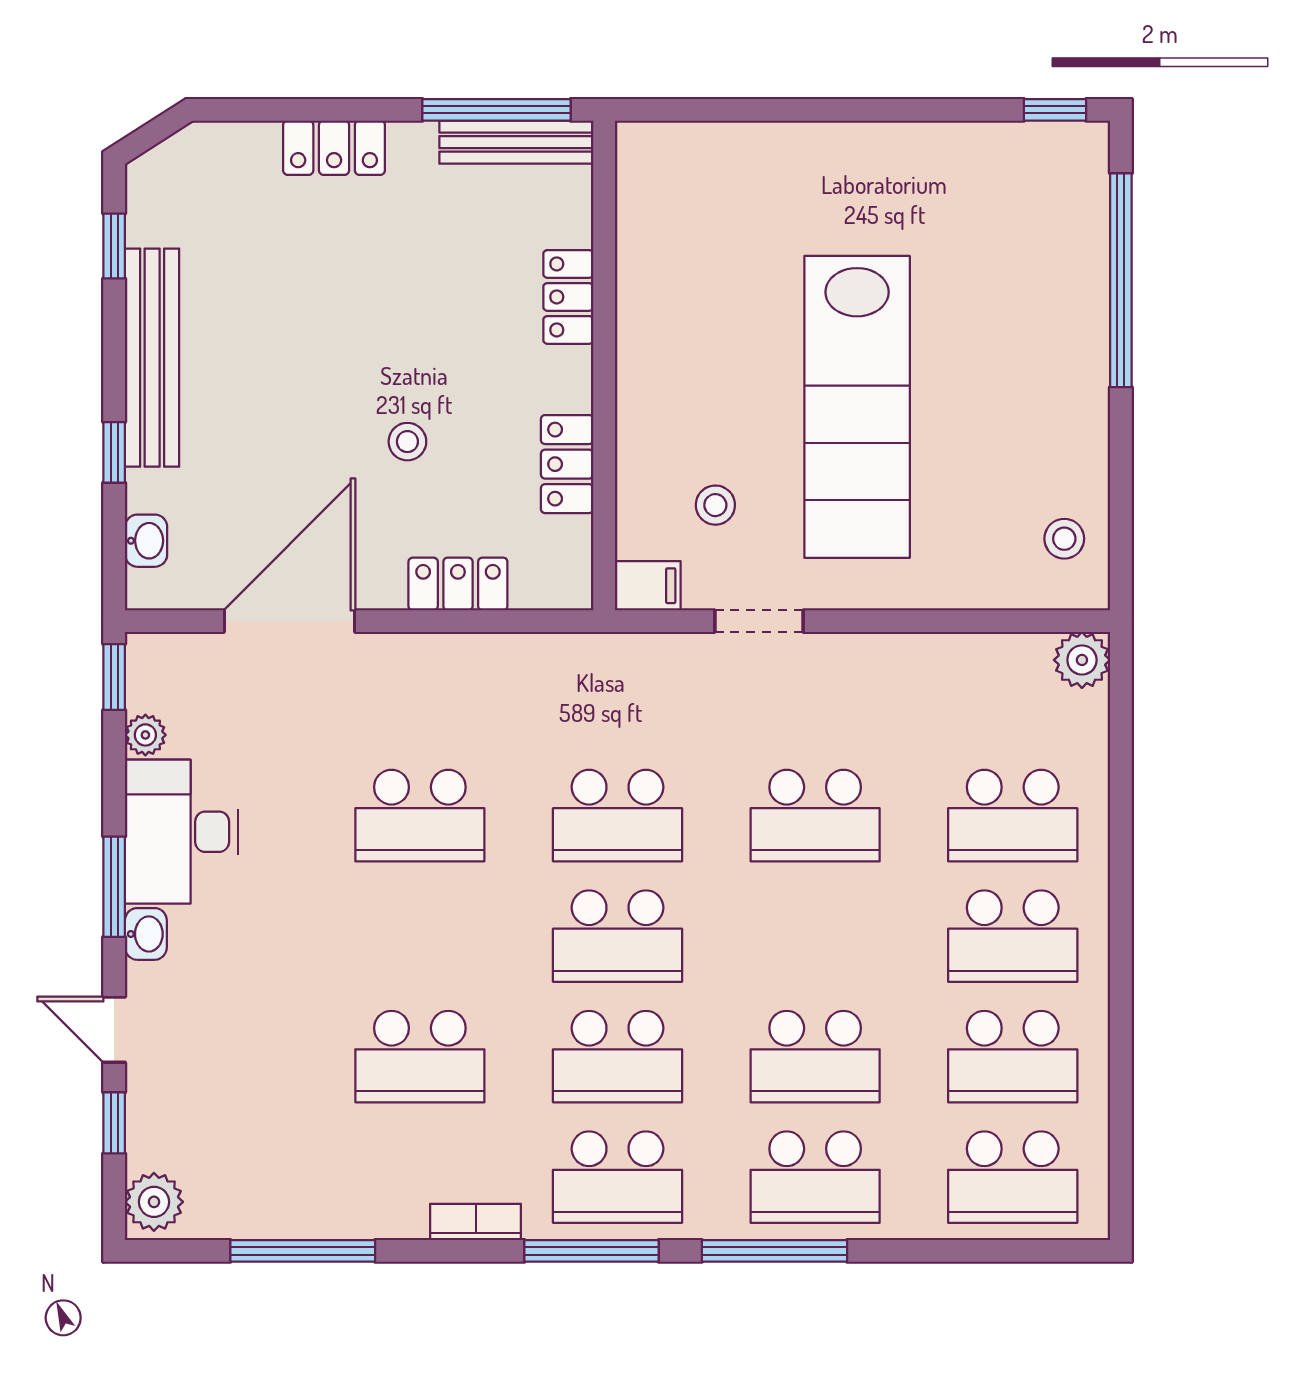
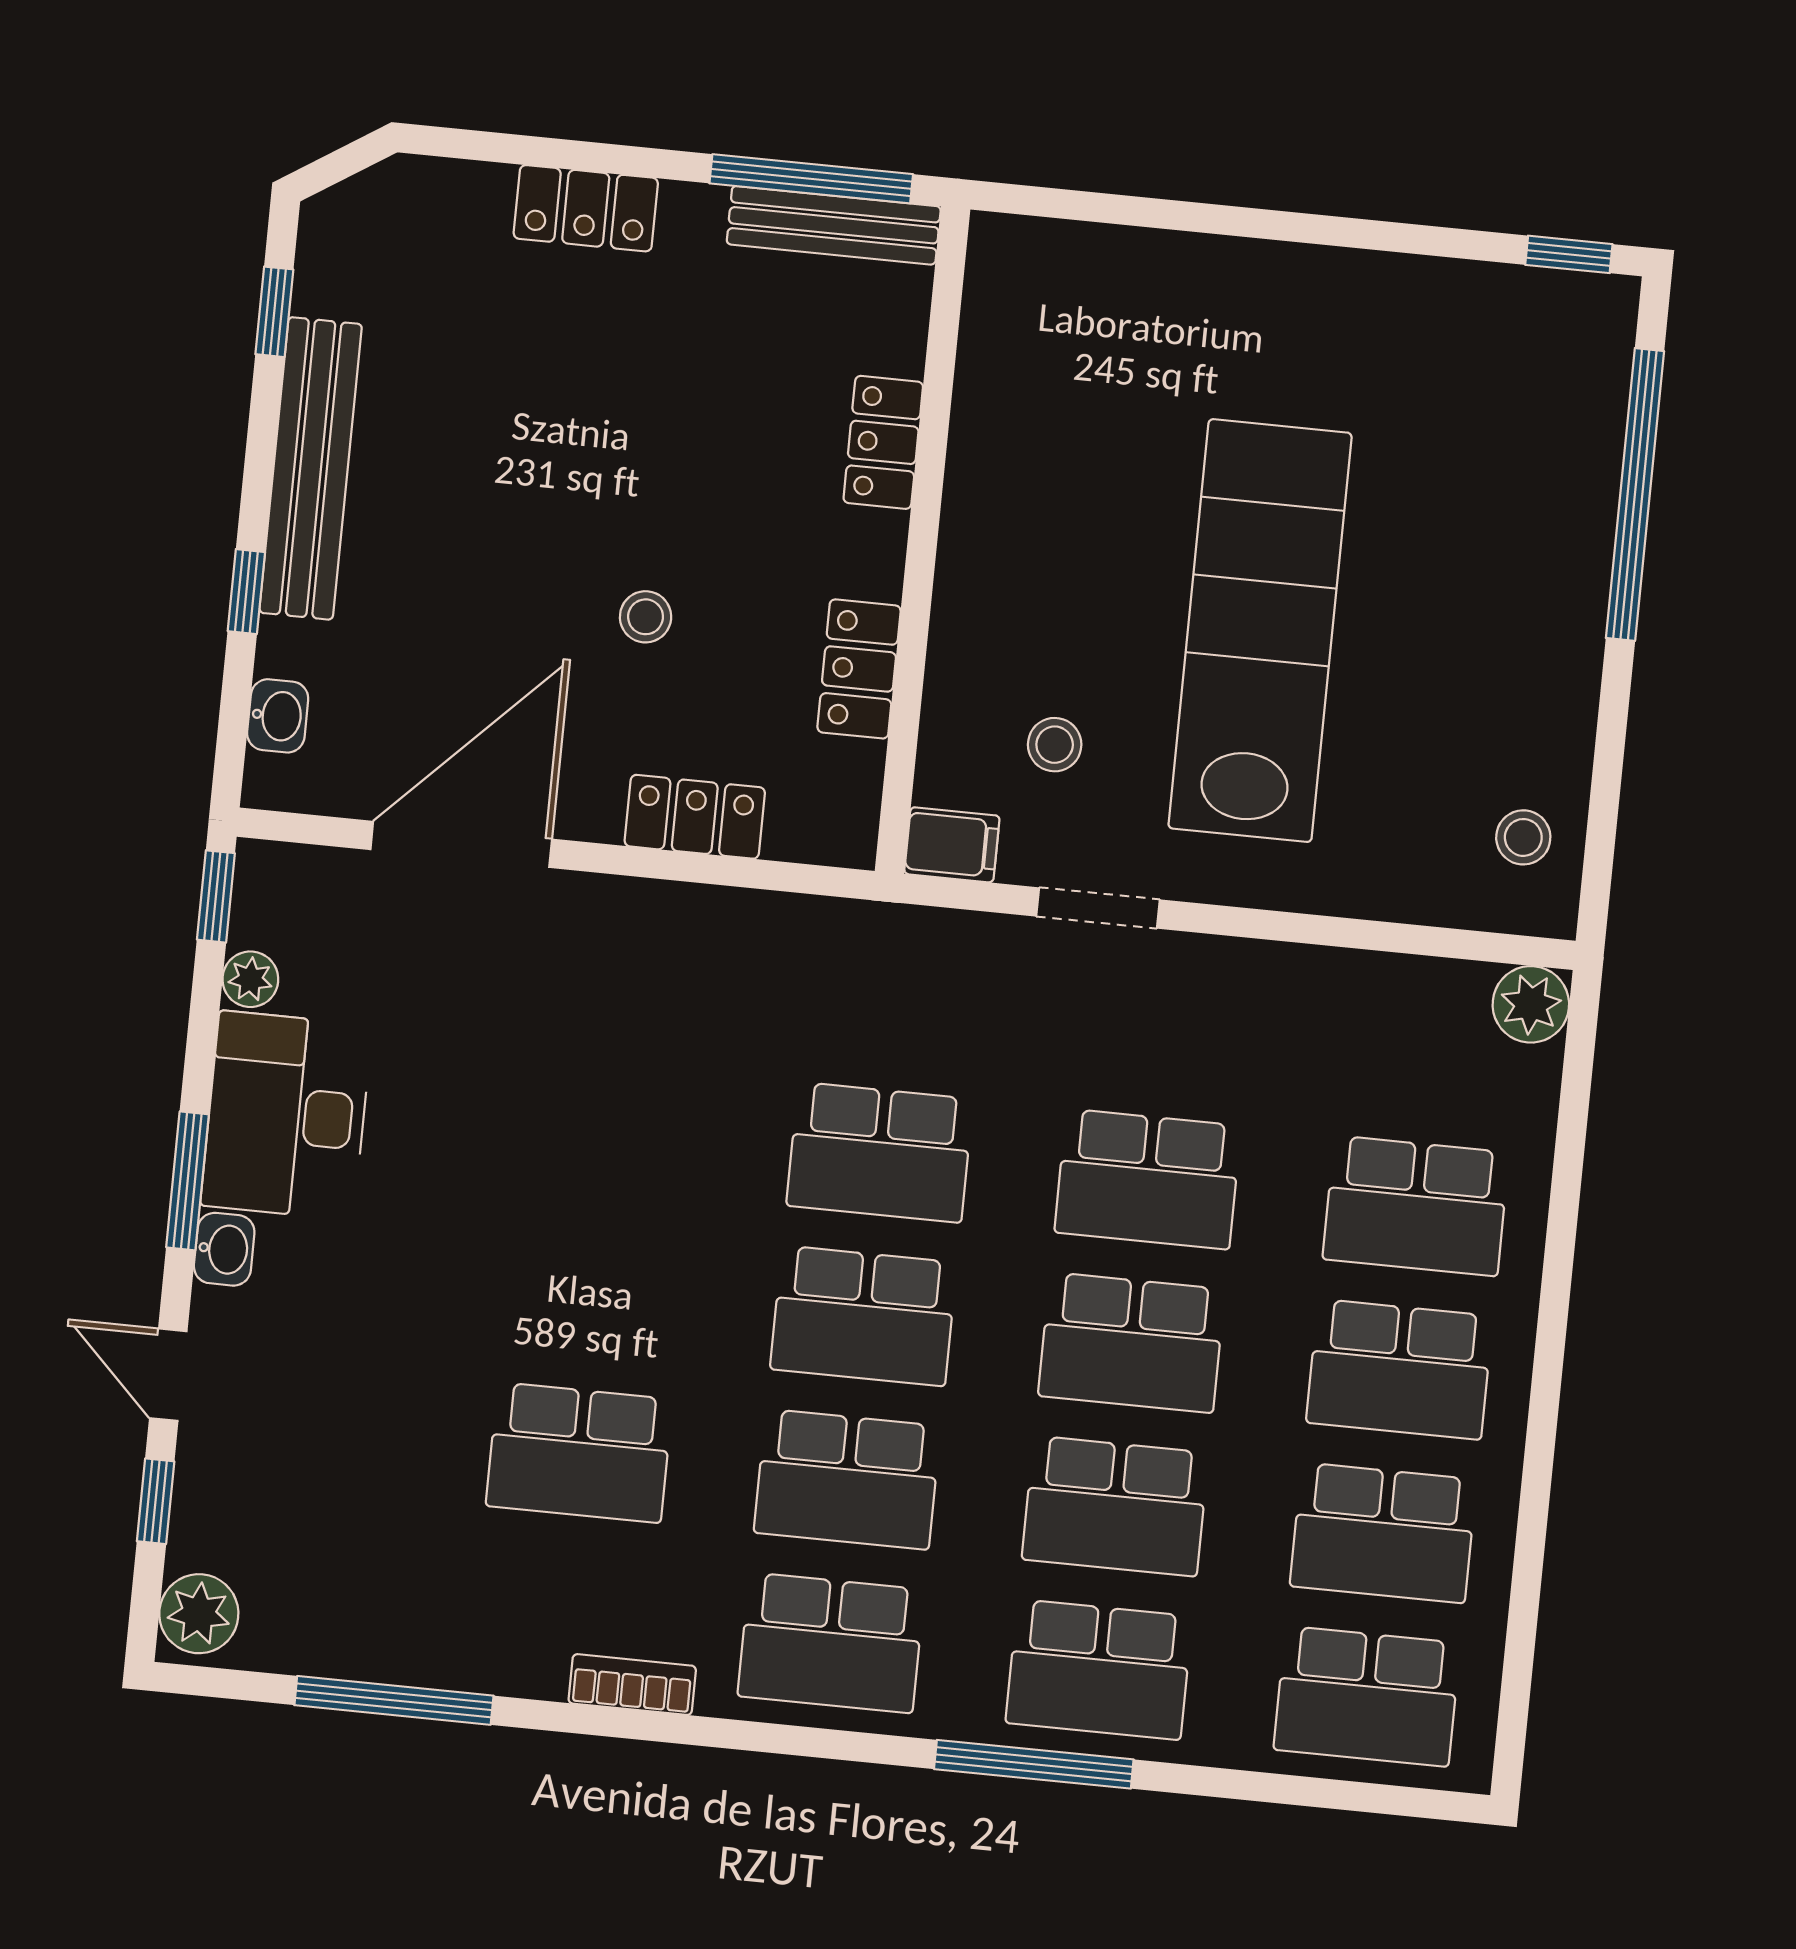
lab bench: (857, 407) -> (1260, 631), turned 180
school desk: (420, 816) -> (1132, 1343), moved
window: (591, 1251) -> (786, 1739), removed

